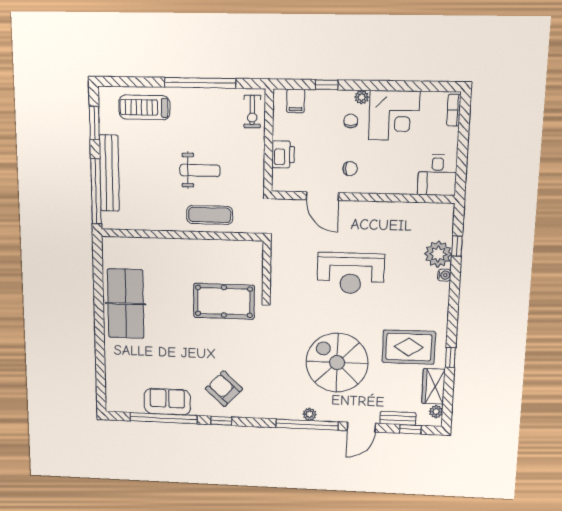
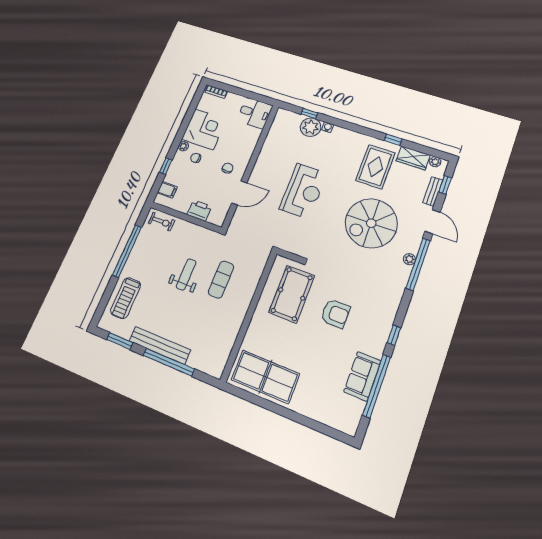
wall: (182, 235) -> (249, 316), moved
armchair: (224, 389) -> (335, 314), moved, turned -133

